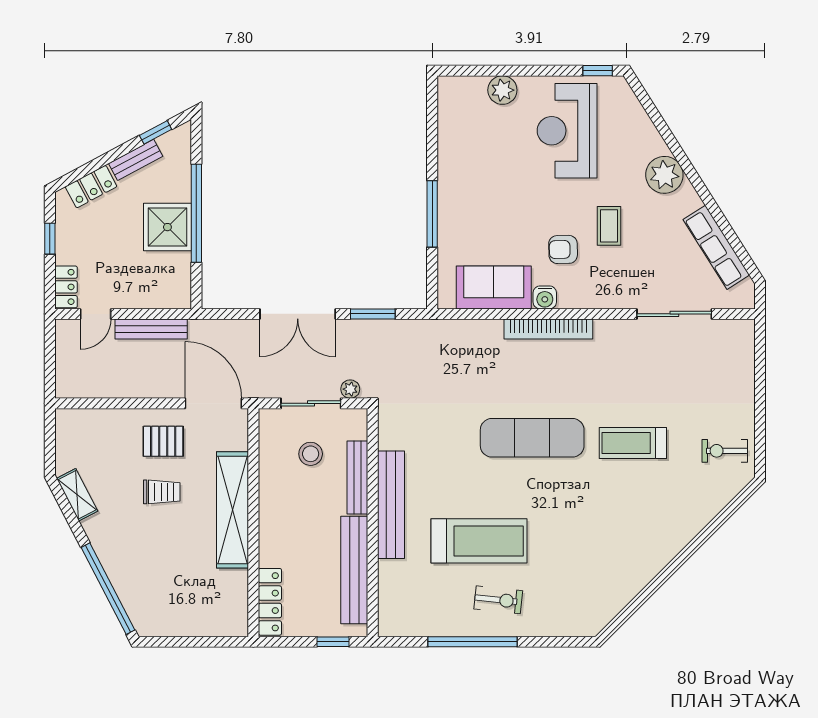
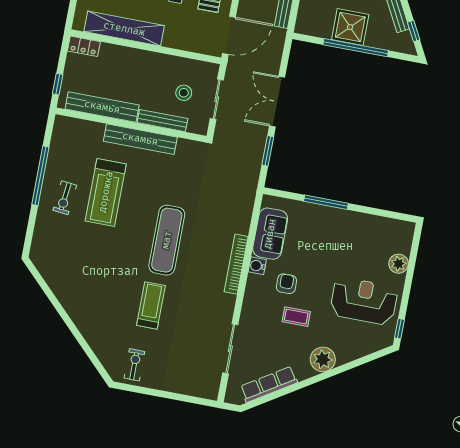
plant: (350, 389) -> (221, 127), removed
shelving: (233, 510) -> (124, 29), moved
locker: (270, 602) -> (84, 46), width x0.66

